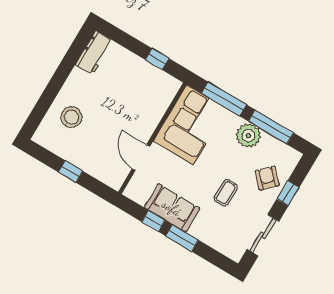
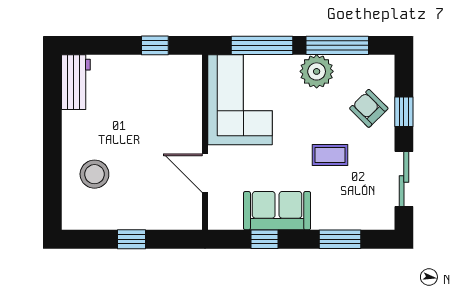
coffee table: (226, 193) -> (330, 155), turned 90
window: (182, 238) -> (340, 239), moved

